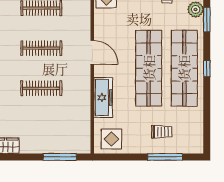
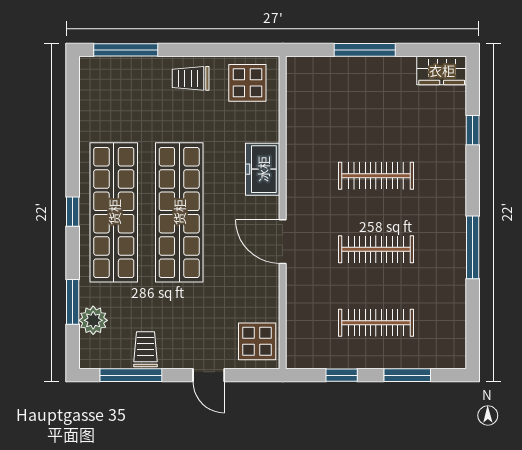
freezer: (103, 98) -> (263, 169), width x0.71
trolley: (162, 132) -> (191, 78), moved
window: (60, 157) -> (365, 50), moved
window: (165, 157) -> (126, 50), moved

